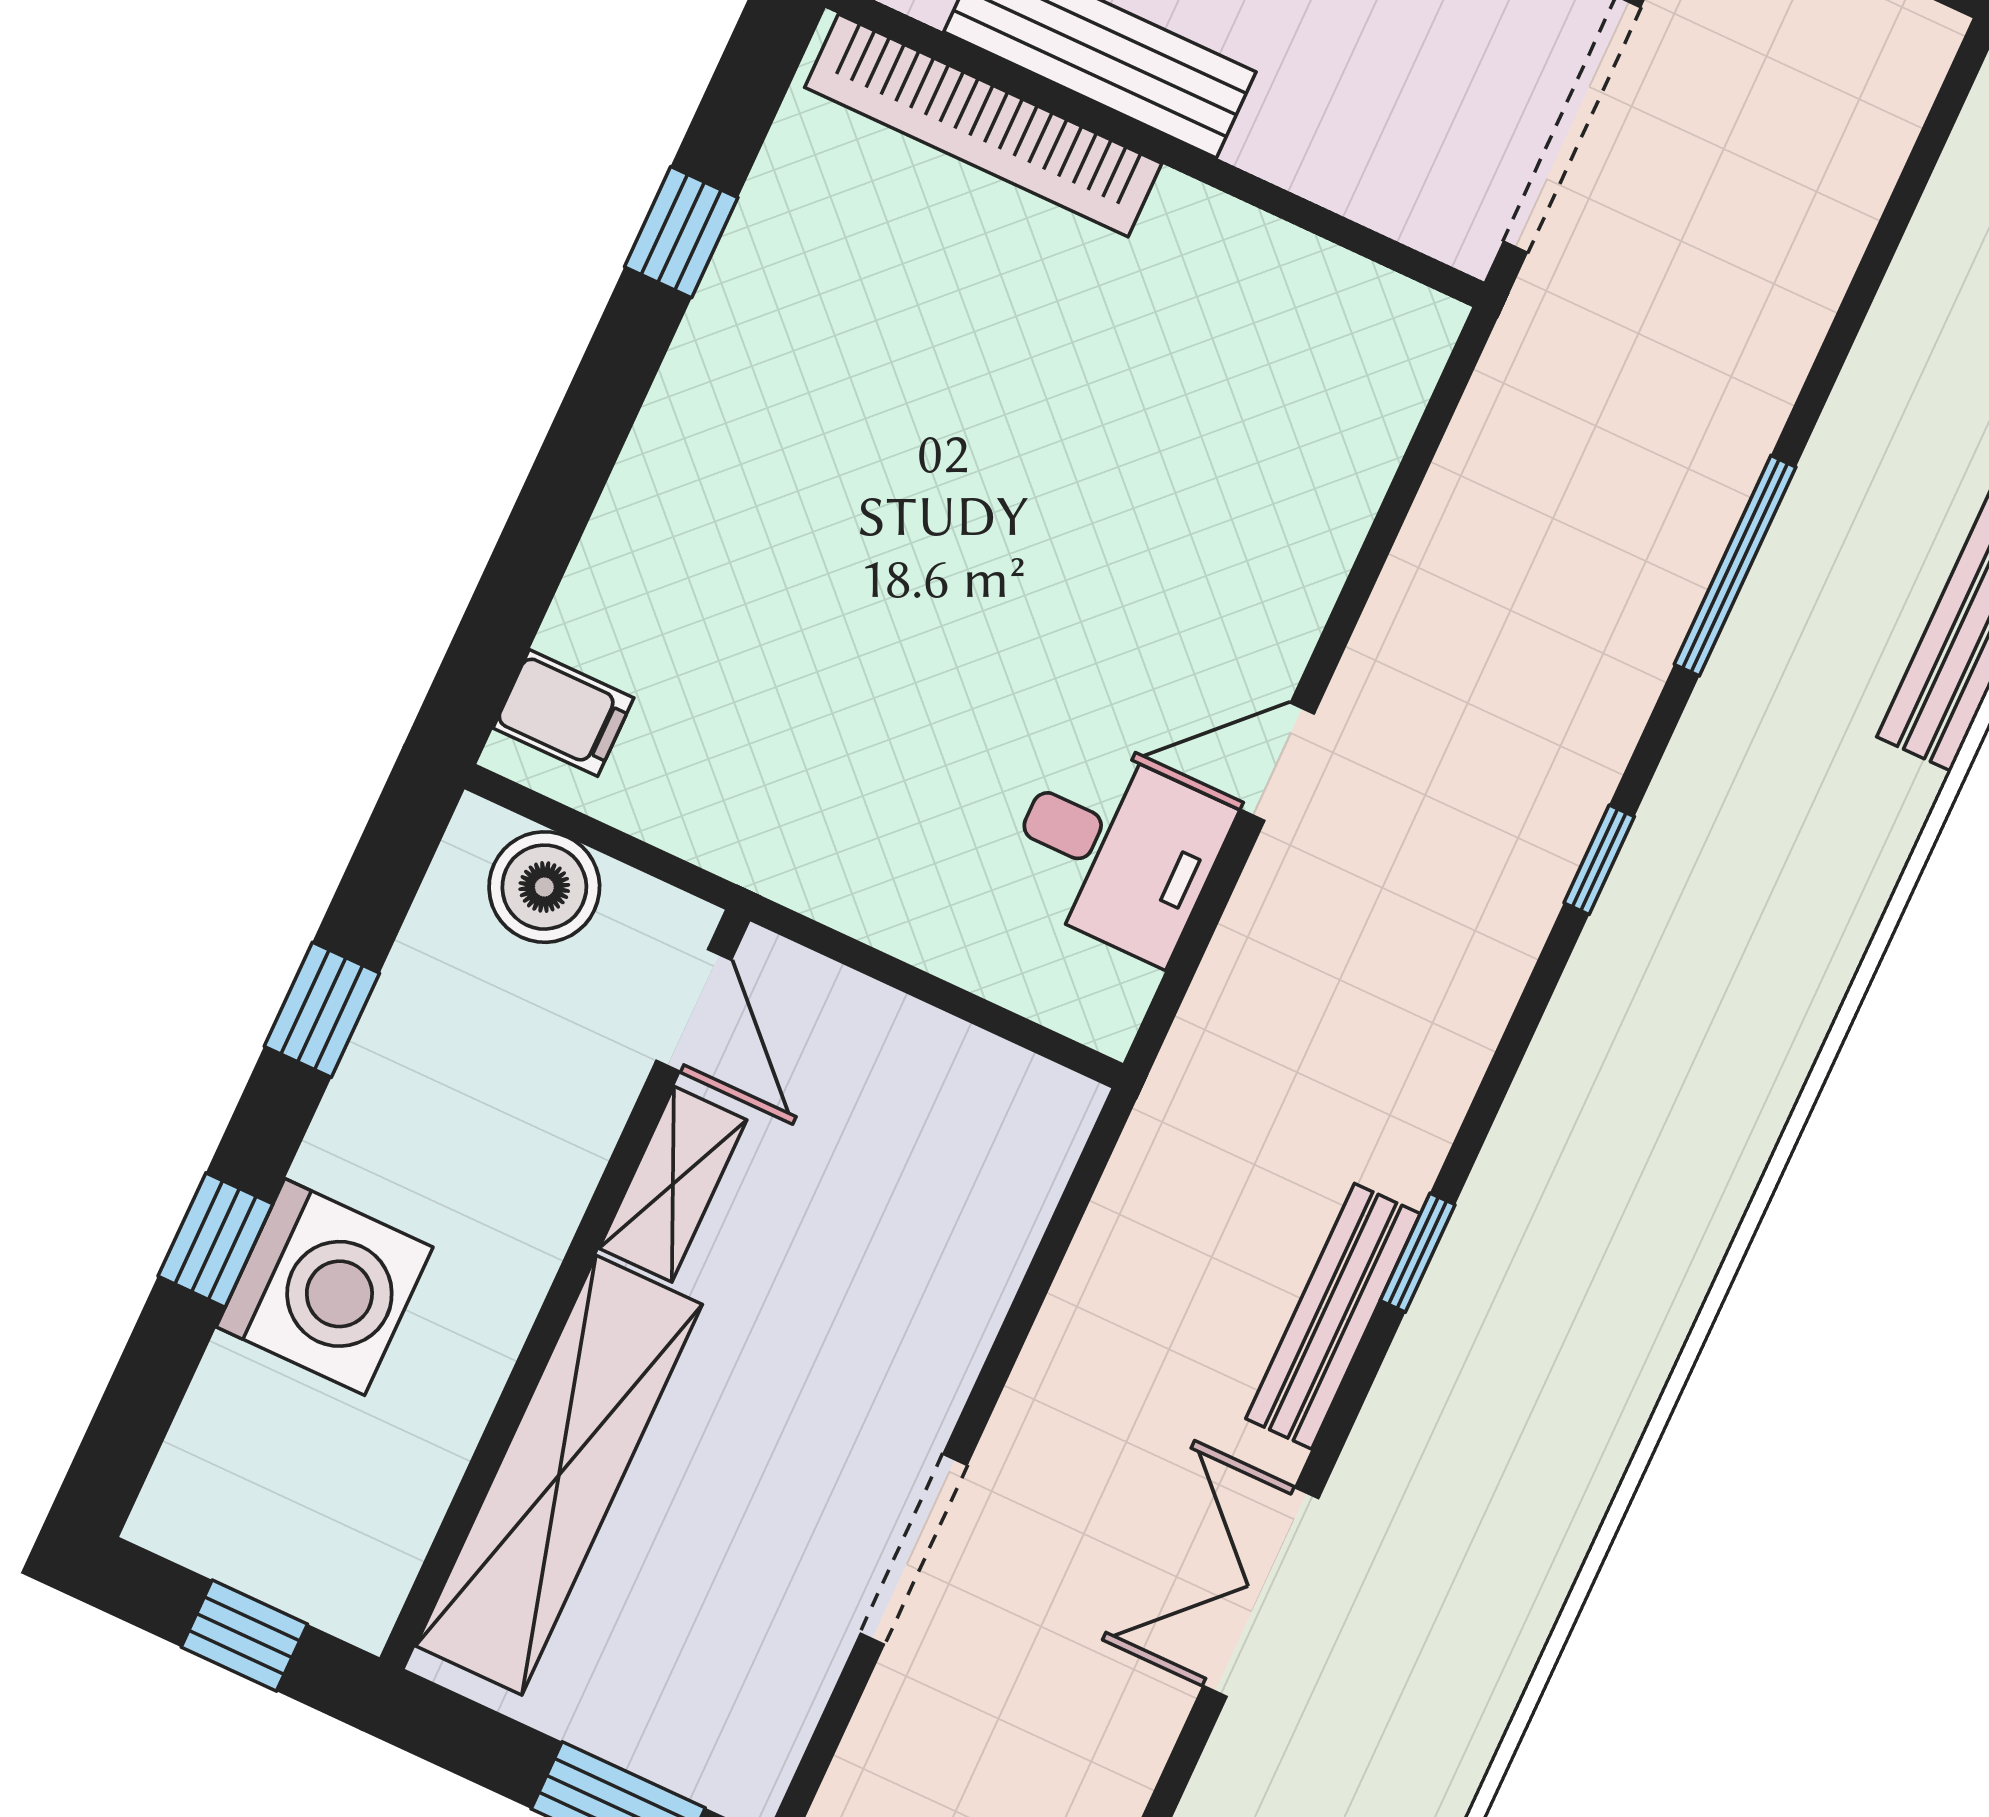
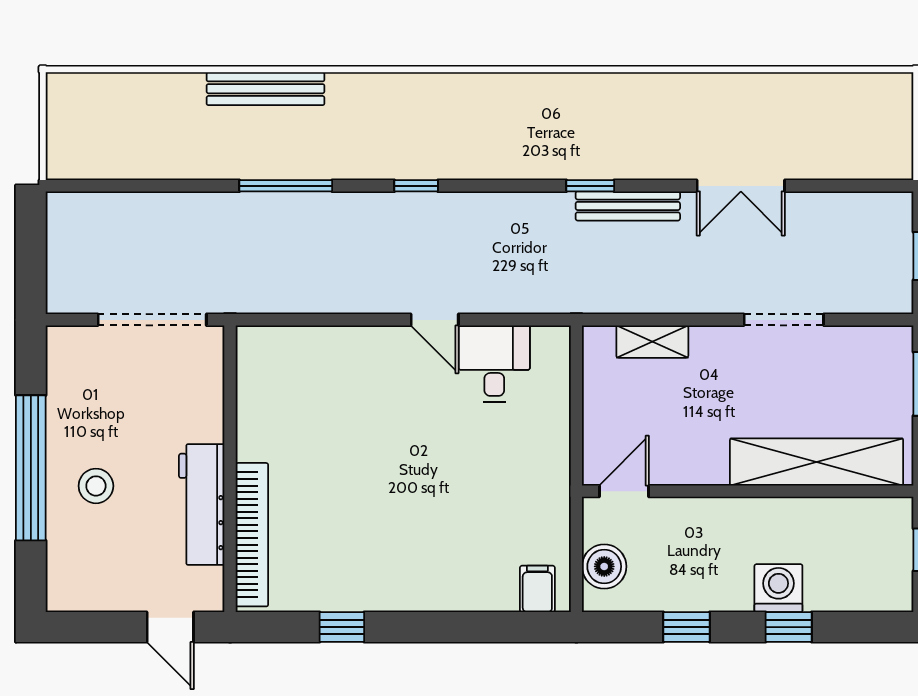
shelving: (673, 1184) -> (652, 342), moved
washing machine: (325, 1287) -> (778, 588), width x0.73, depth x0.73

